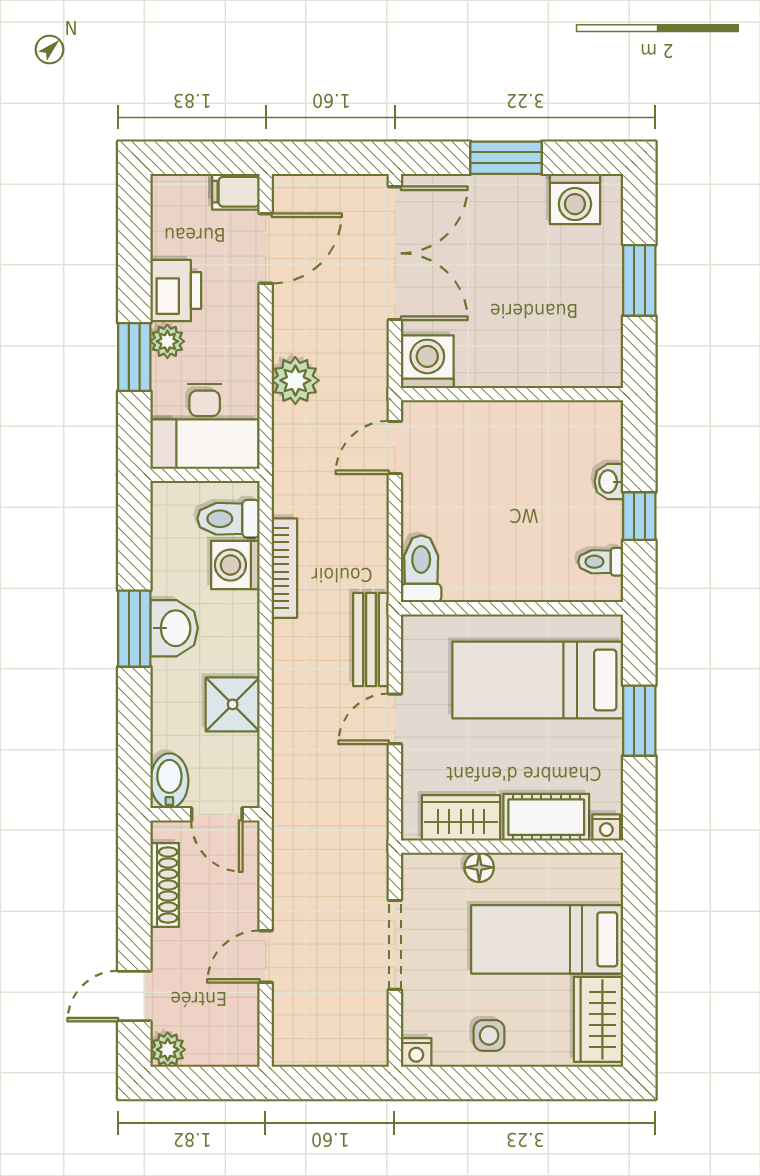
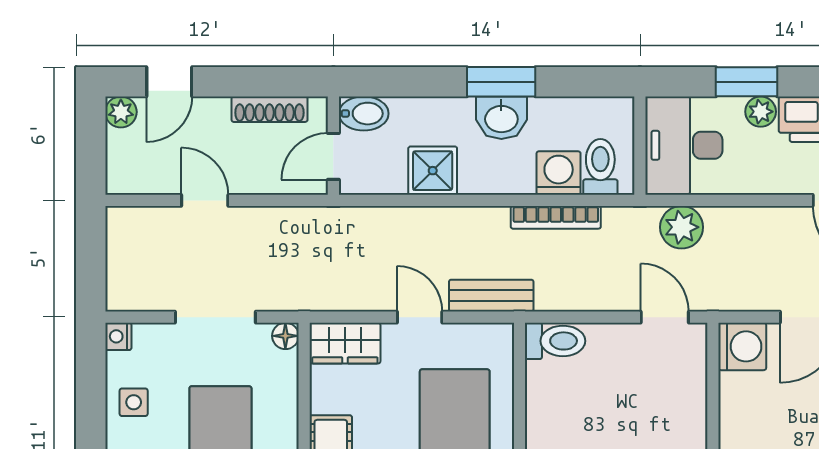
plant: (295, 380) -> (682, 227), moved
wardrobe: (461, 818) -> (345, 343), moved, turned 90
floor lamp: (479, 867) -> (285, 336), moved
door: (134, 996) -> (169, 82), swing flipped

